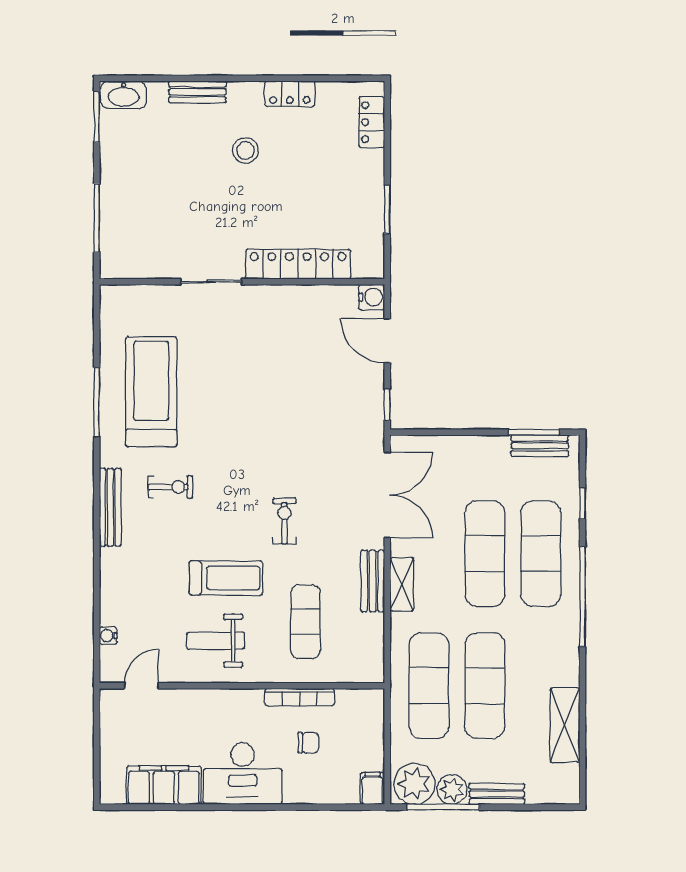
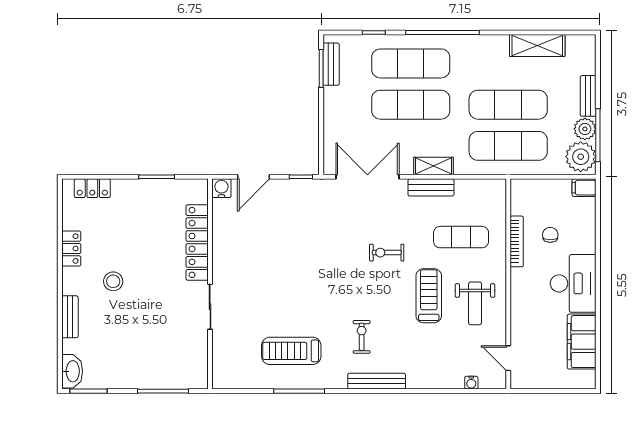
treadmill: (151, 392) -> (291, 351), width x0.73, depth x0.73

